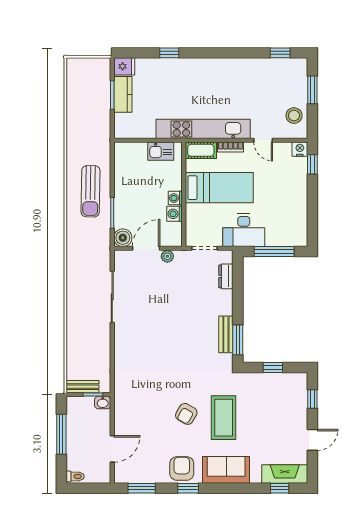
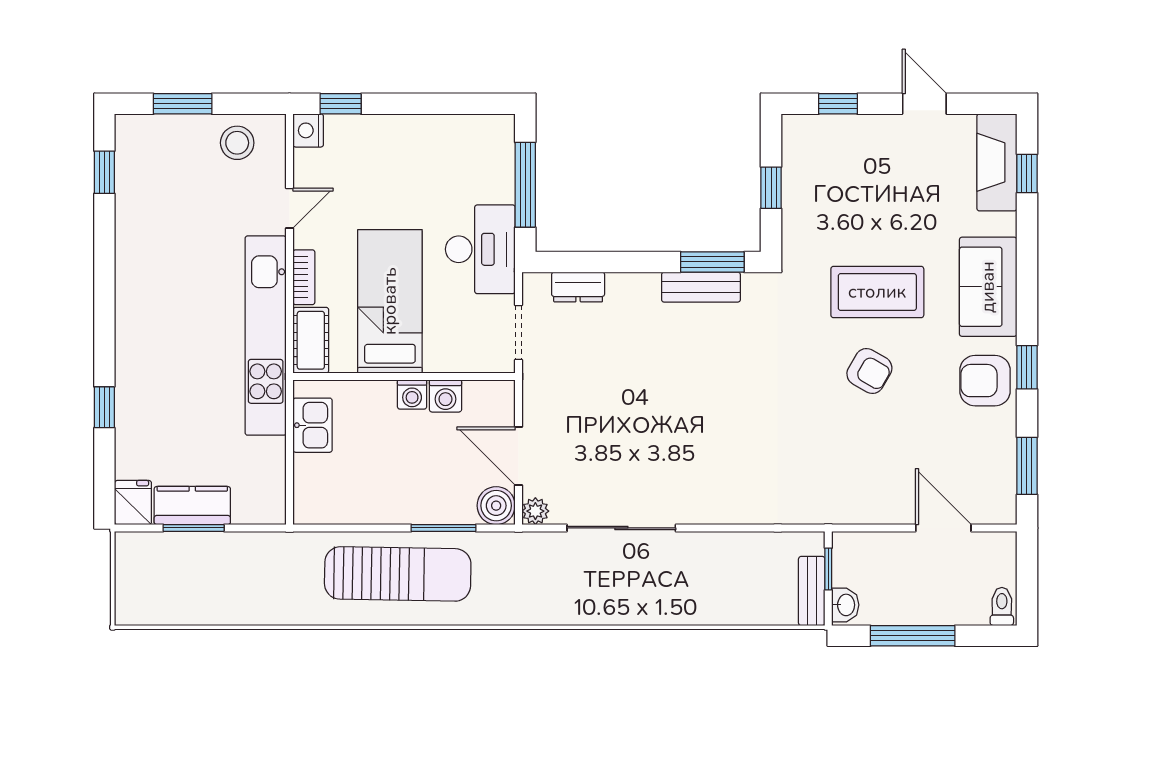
sun lounger: (91, 191) -> (398, 574), width x1.36, depth x1.34
plant: (167, 256) -> (535, 511), moved
washbasin: (103, 403) -> (845, 605), moved

